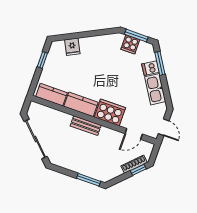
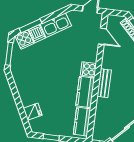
cooker: (130, 44) -> (24, 40), moved, turned 58
cooker: (110, 112) -> (88, 69), width x0.53, depth x0.76

